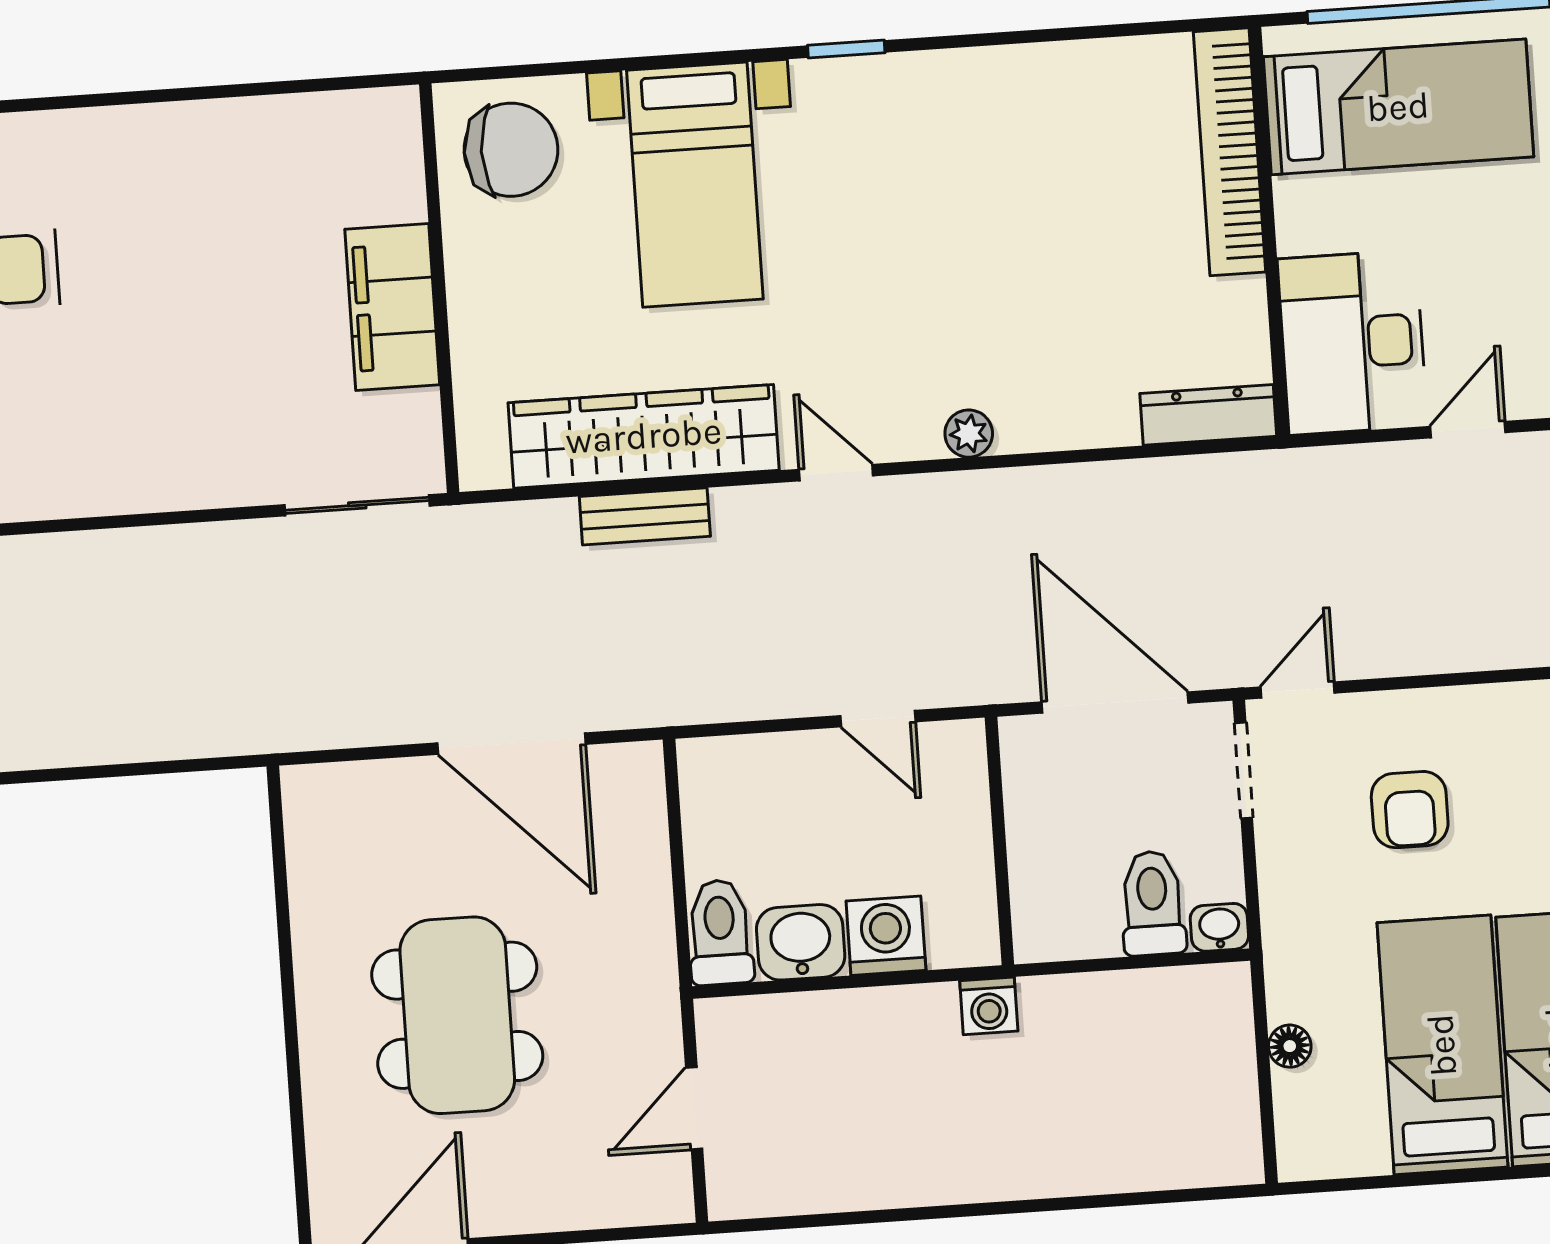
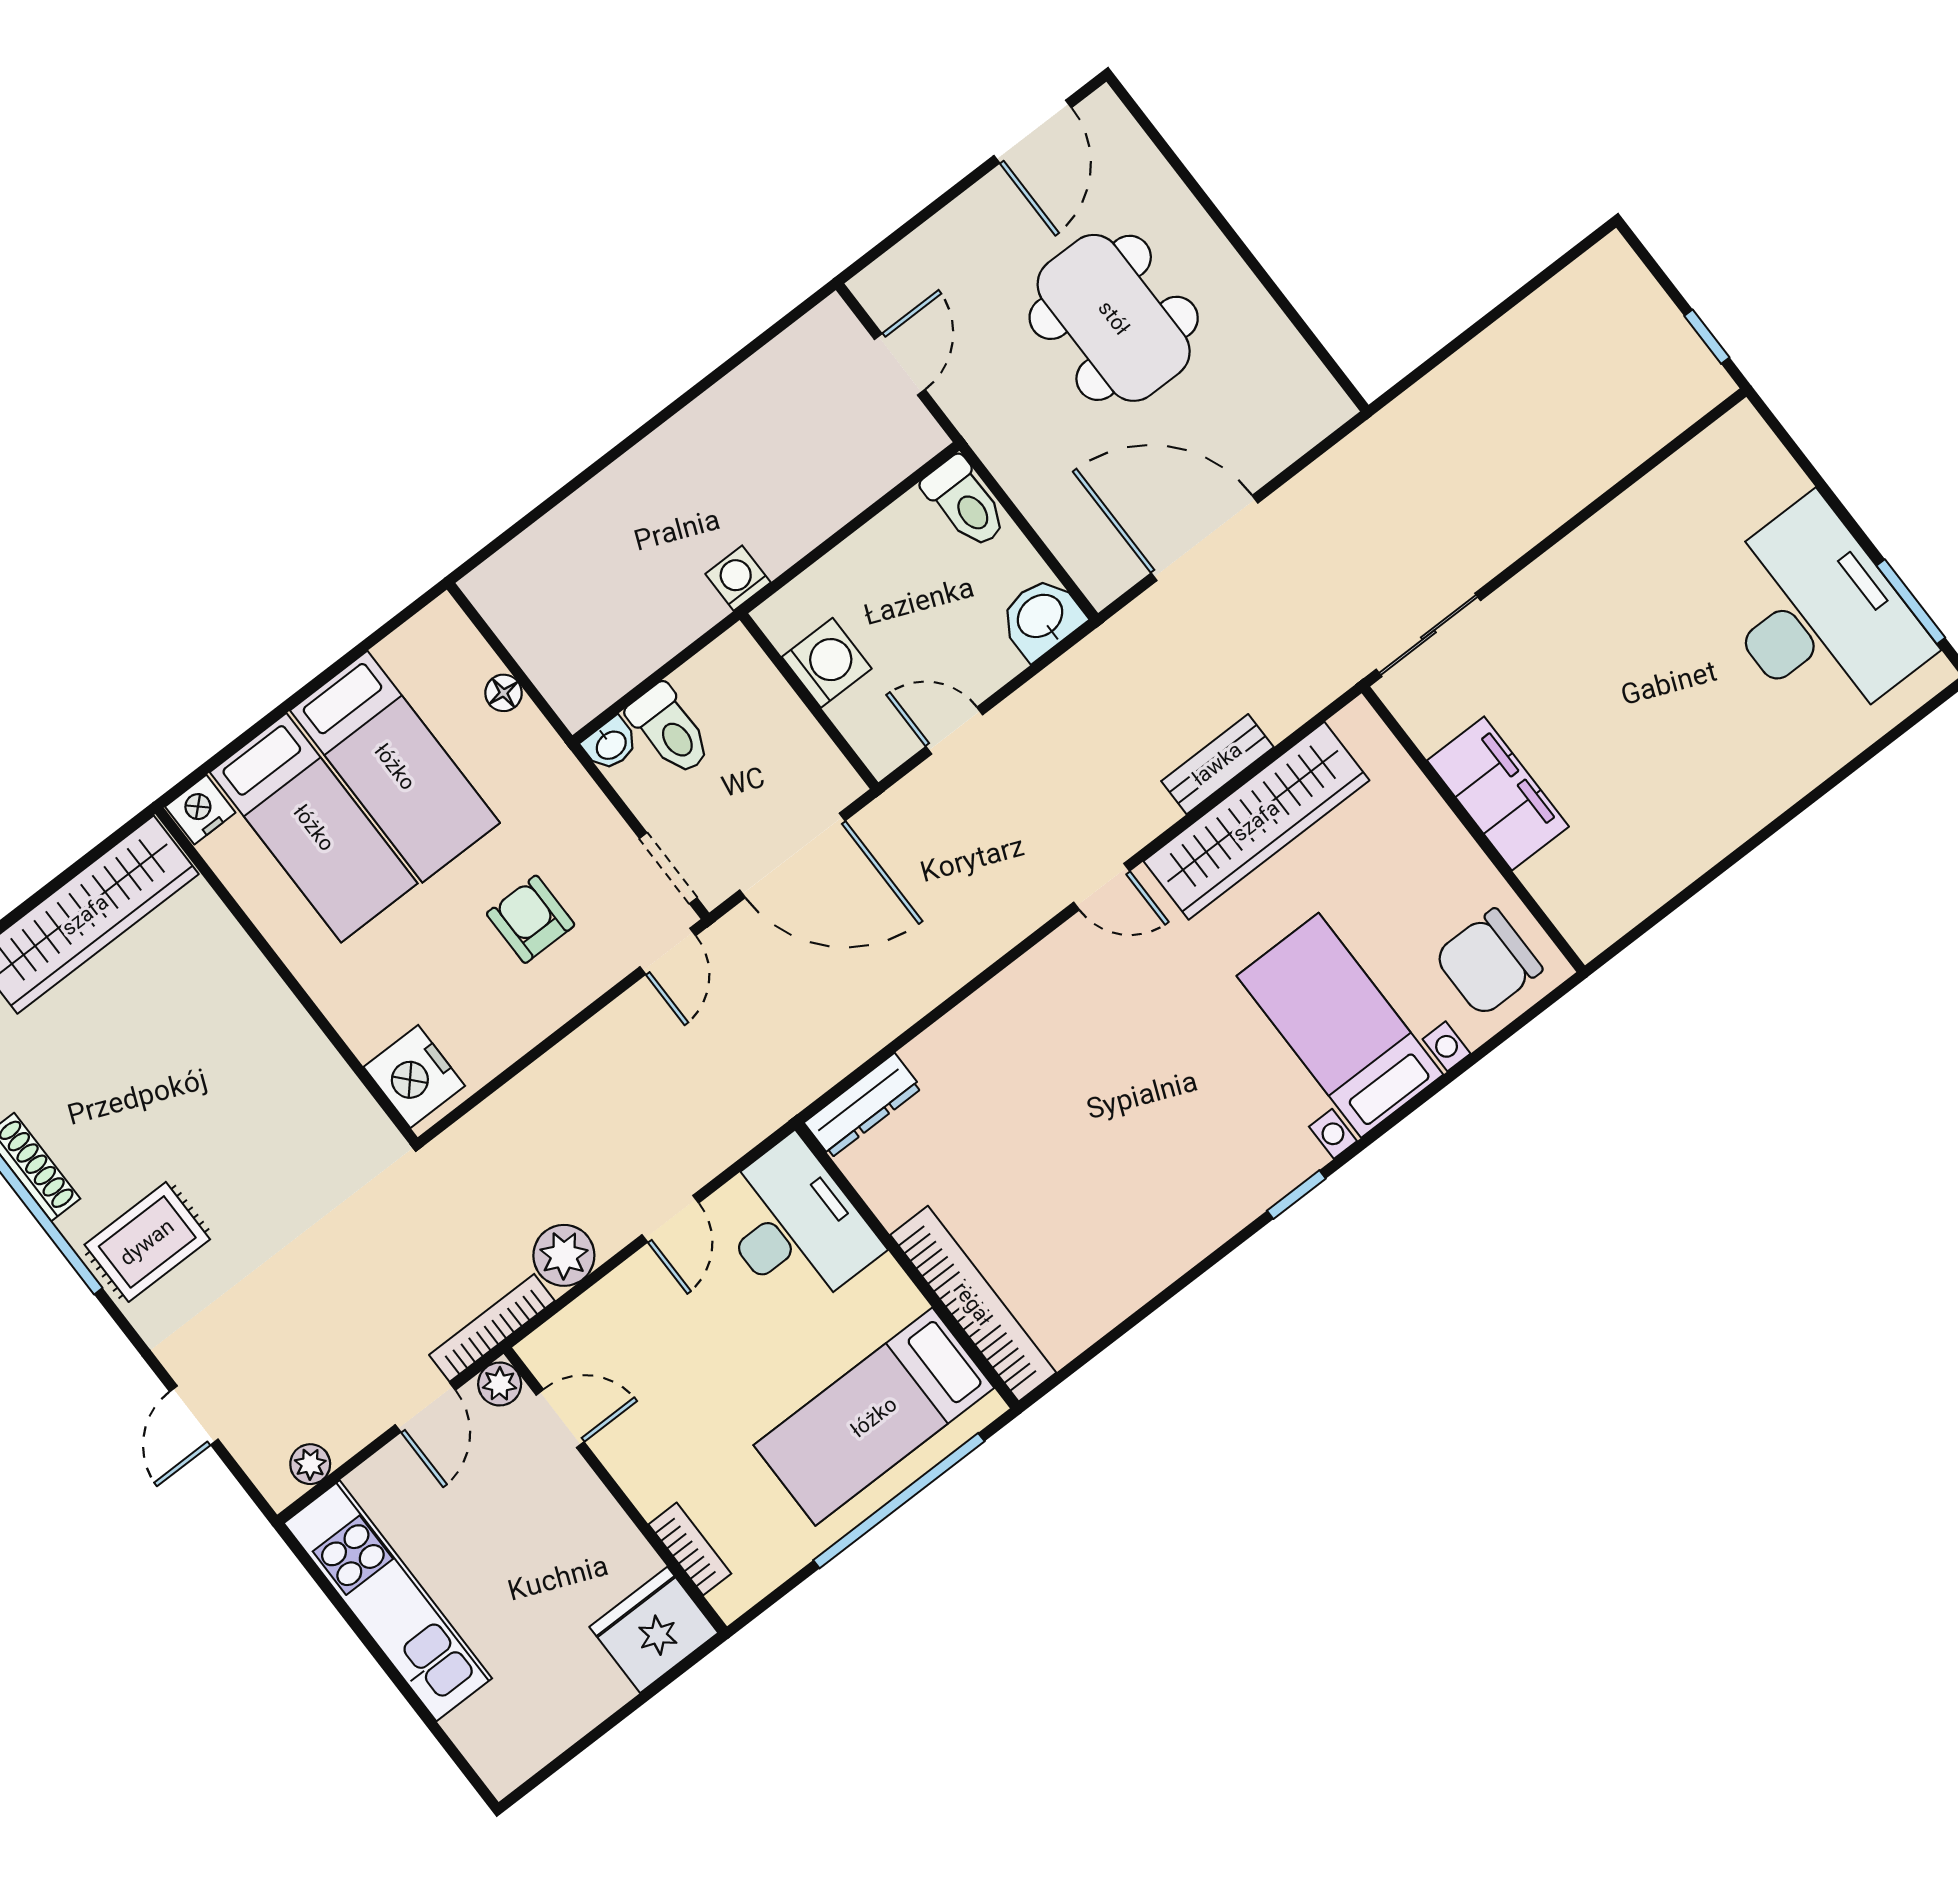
plant: (969, 434) -> (1025, 978), removed
washing machine: (886, 936) -> (827, 663), moved, turned -90
washbasin: (801, 942) -> (1041, 617), moved, turned 180

